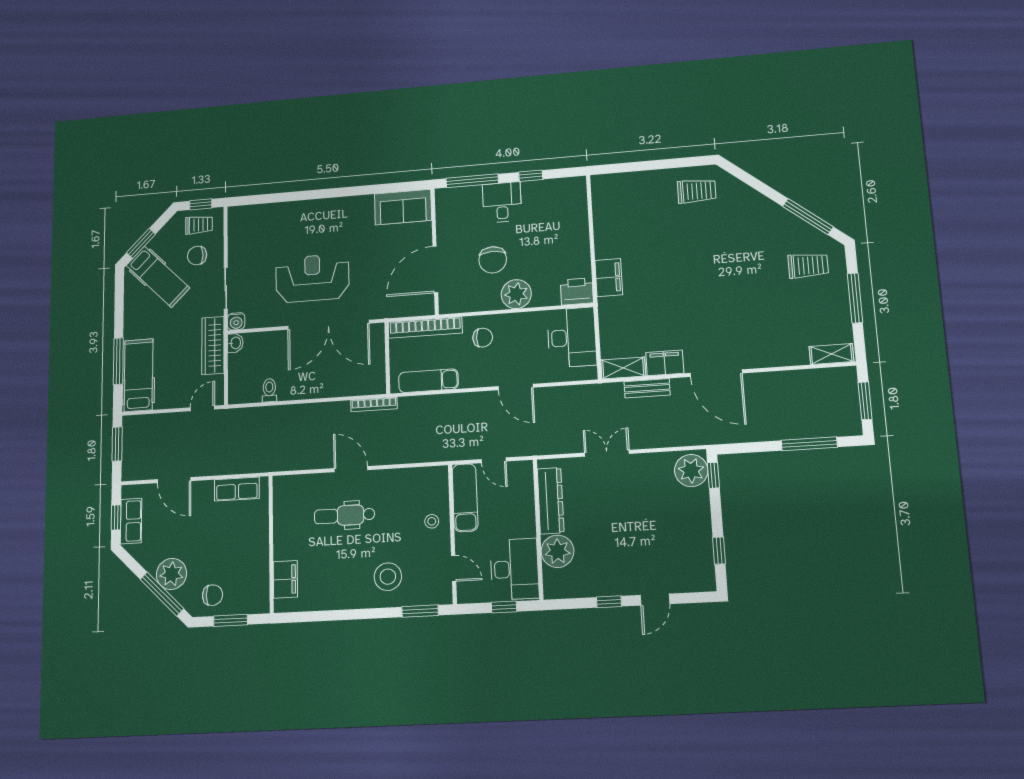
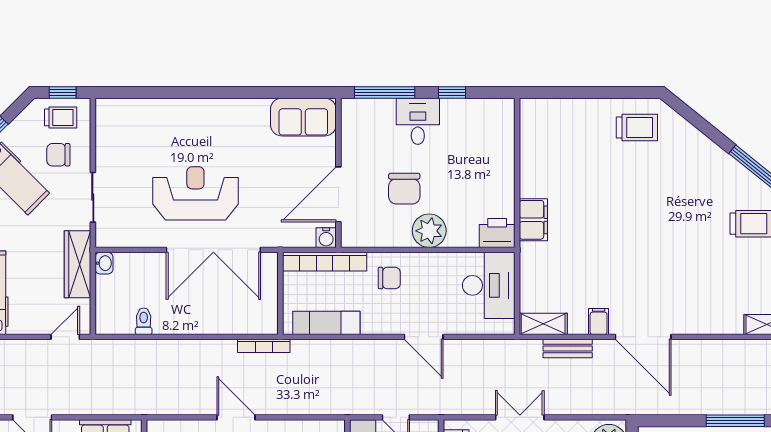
water cooler: (236, 321) -> (326, 238), moved
filing cabinet: (665, 363) -> (599, 322), width x0.50

